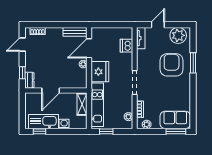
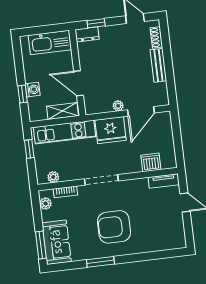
bench: (75, 32) -> (158, 65), moved
plant: (178, 35) -> (174, 232), removed
door: (89, 48) -> (141, 111), swing flipped
window: (193, 63) -> (100, 262), moved
armchair: (172, 65) -> (114, 227), moved, turned 180
door: (51, 90) -> (79, 83), moved
kitchen sink: (44, 122) -> (50, 42), moved, turned 90
window: (39, 131) -> (23, 94), moved

